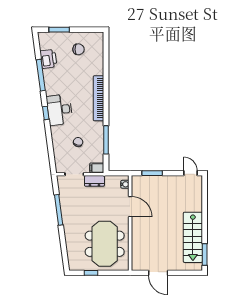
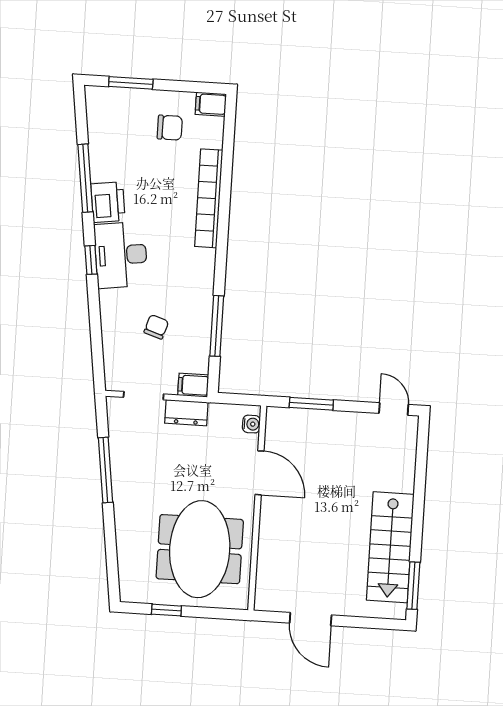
filing cabinet: (97, 37) -> (211, 104), added
printer: (48, 59) -> (108, 202), moved
bookcase: (99, 98) -> (209, 198), moved

